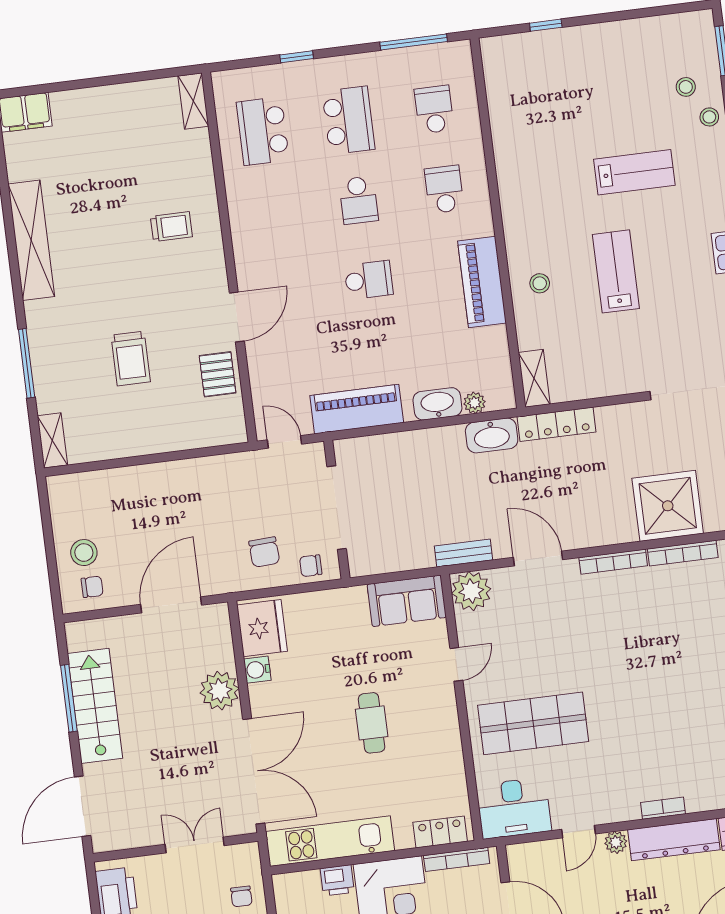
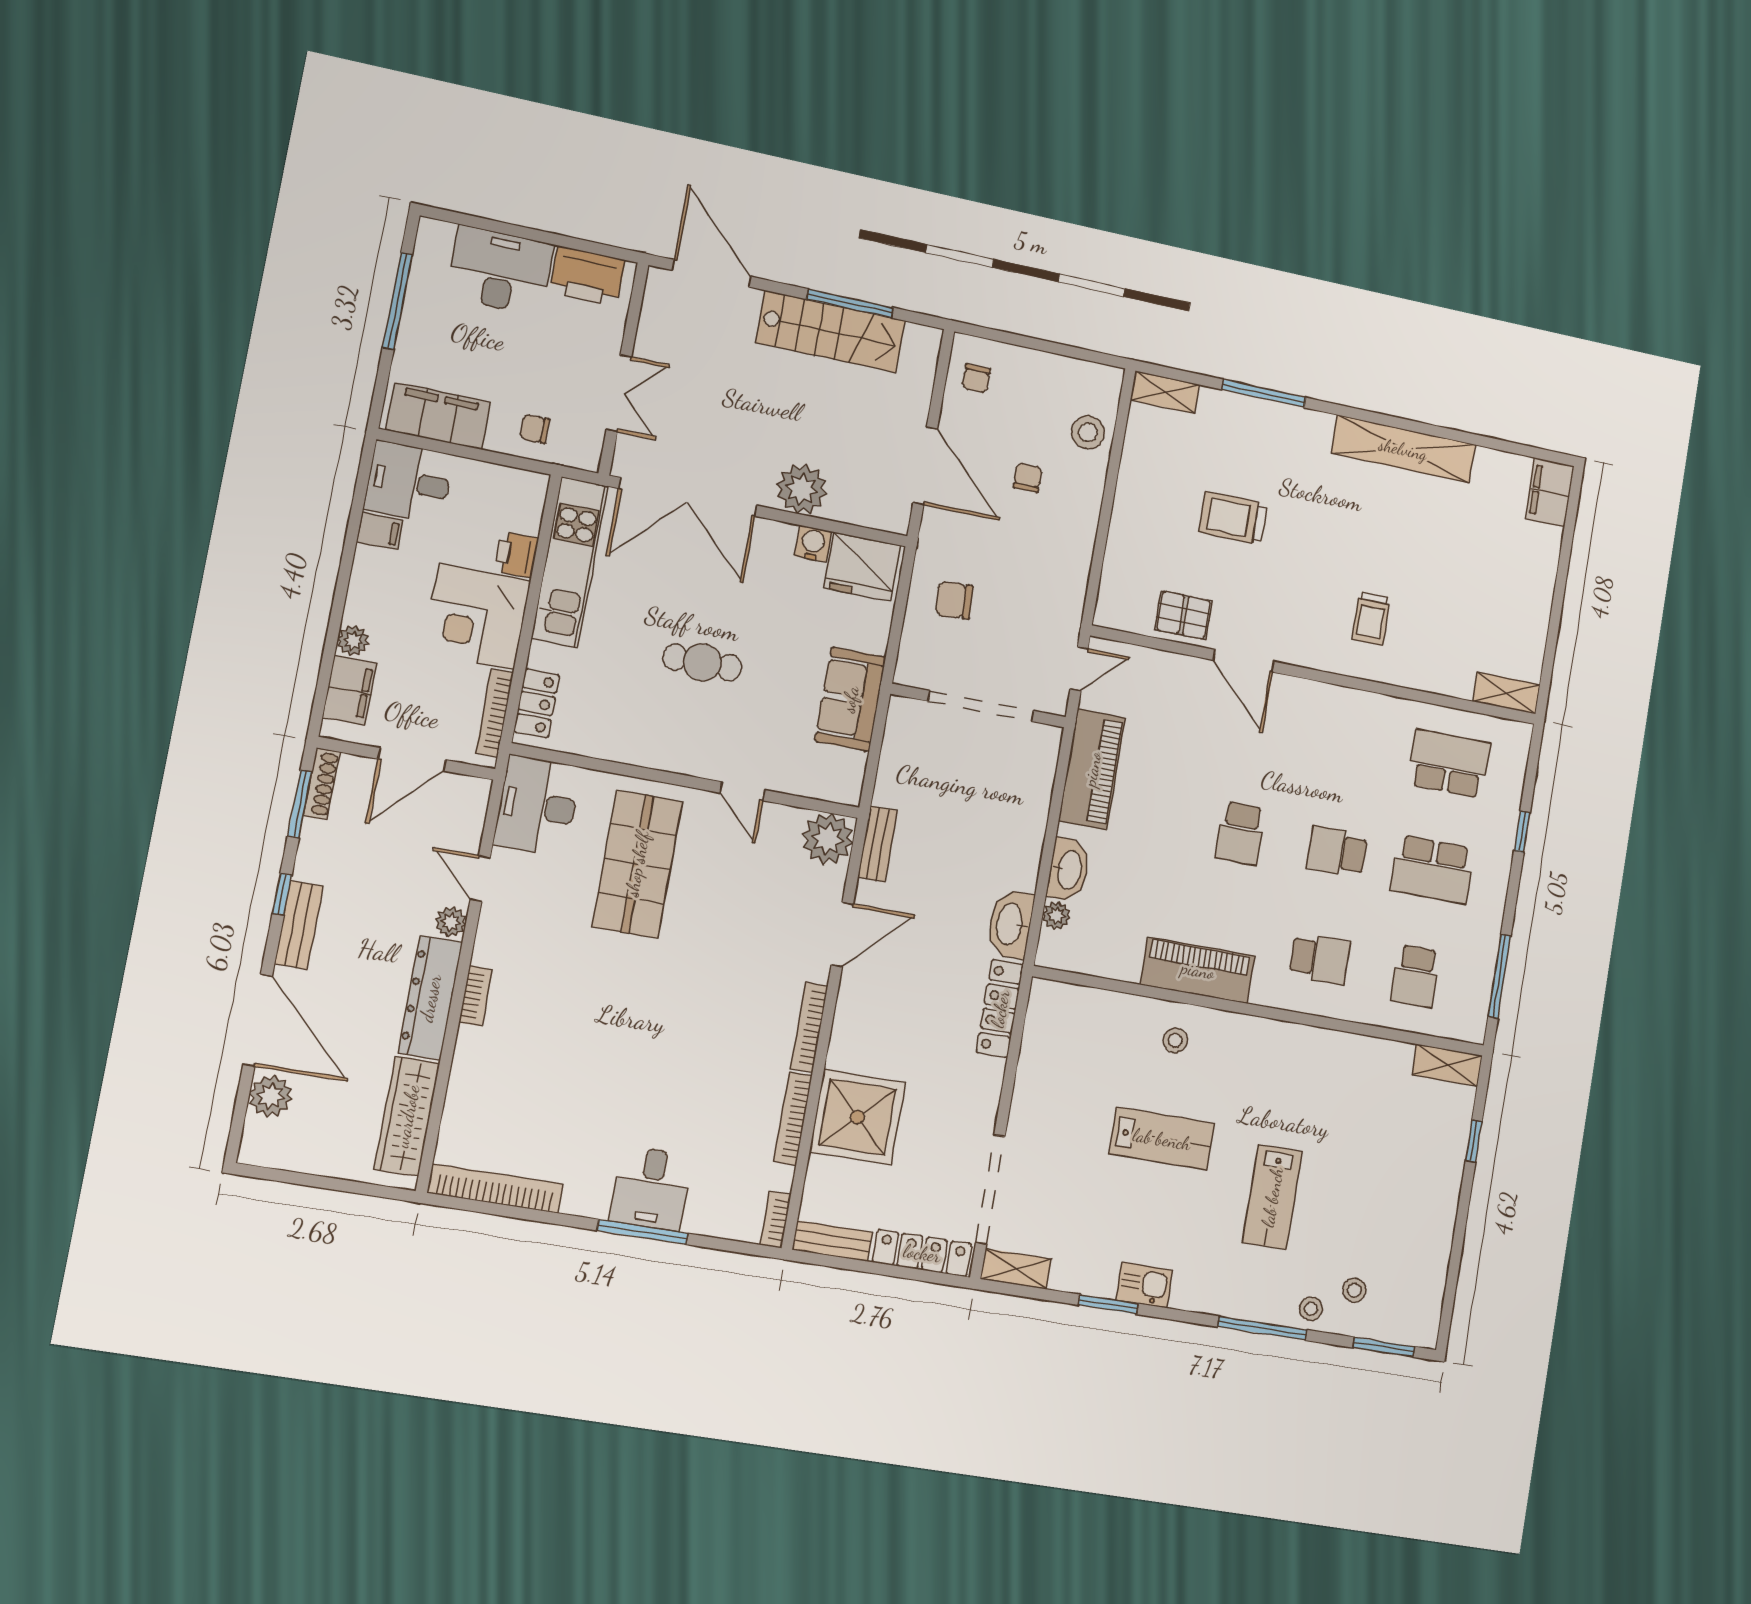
school desk: (434, 109) -> (1415, 976), turned 90
shelving: (534, 378) -> (1447, 1065), moved
stool: (84, 553) -> (1088, 432), moved
chair: (311, 566) -> (1028, 478), moved
sofa: (407, 601) -> (850, 699), moved

